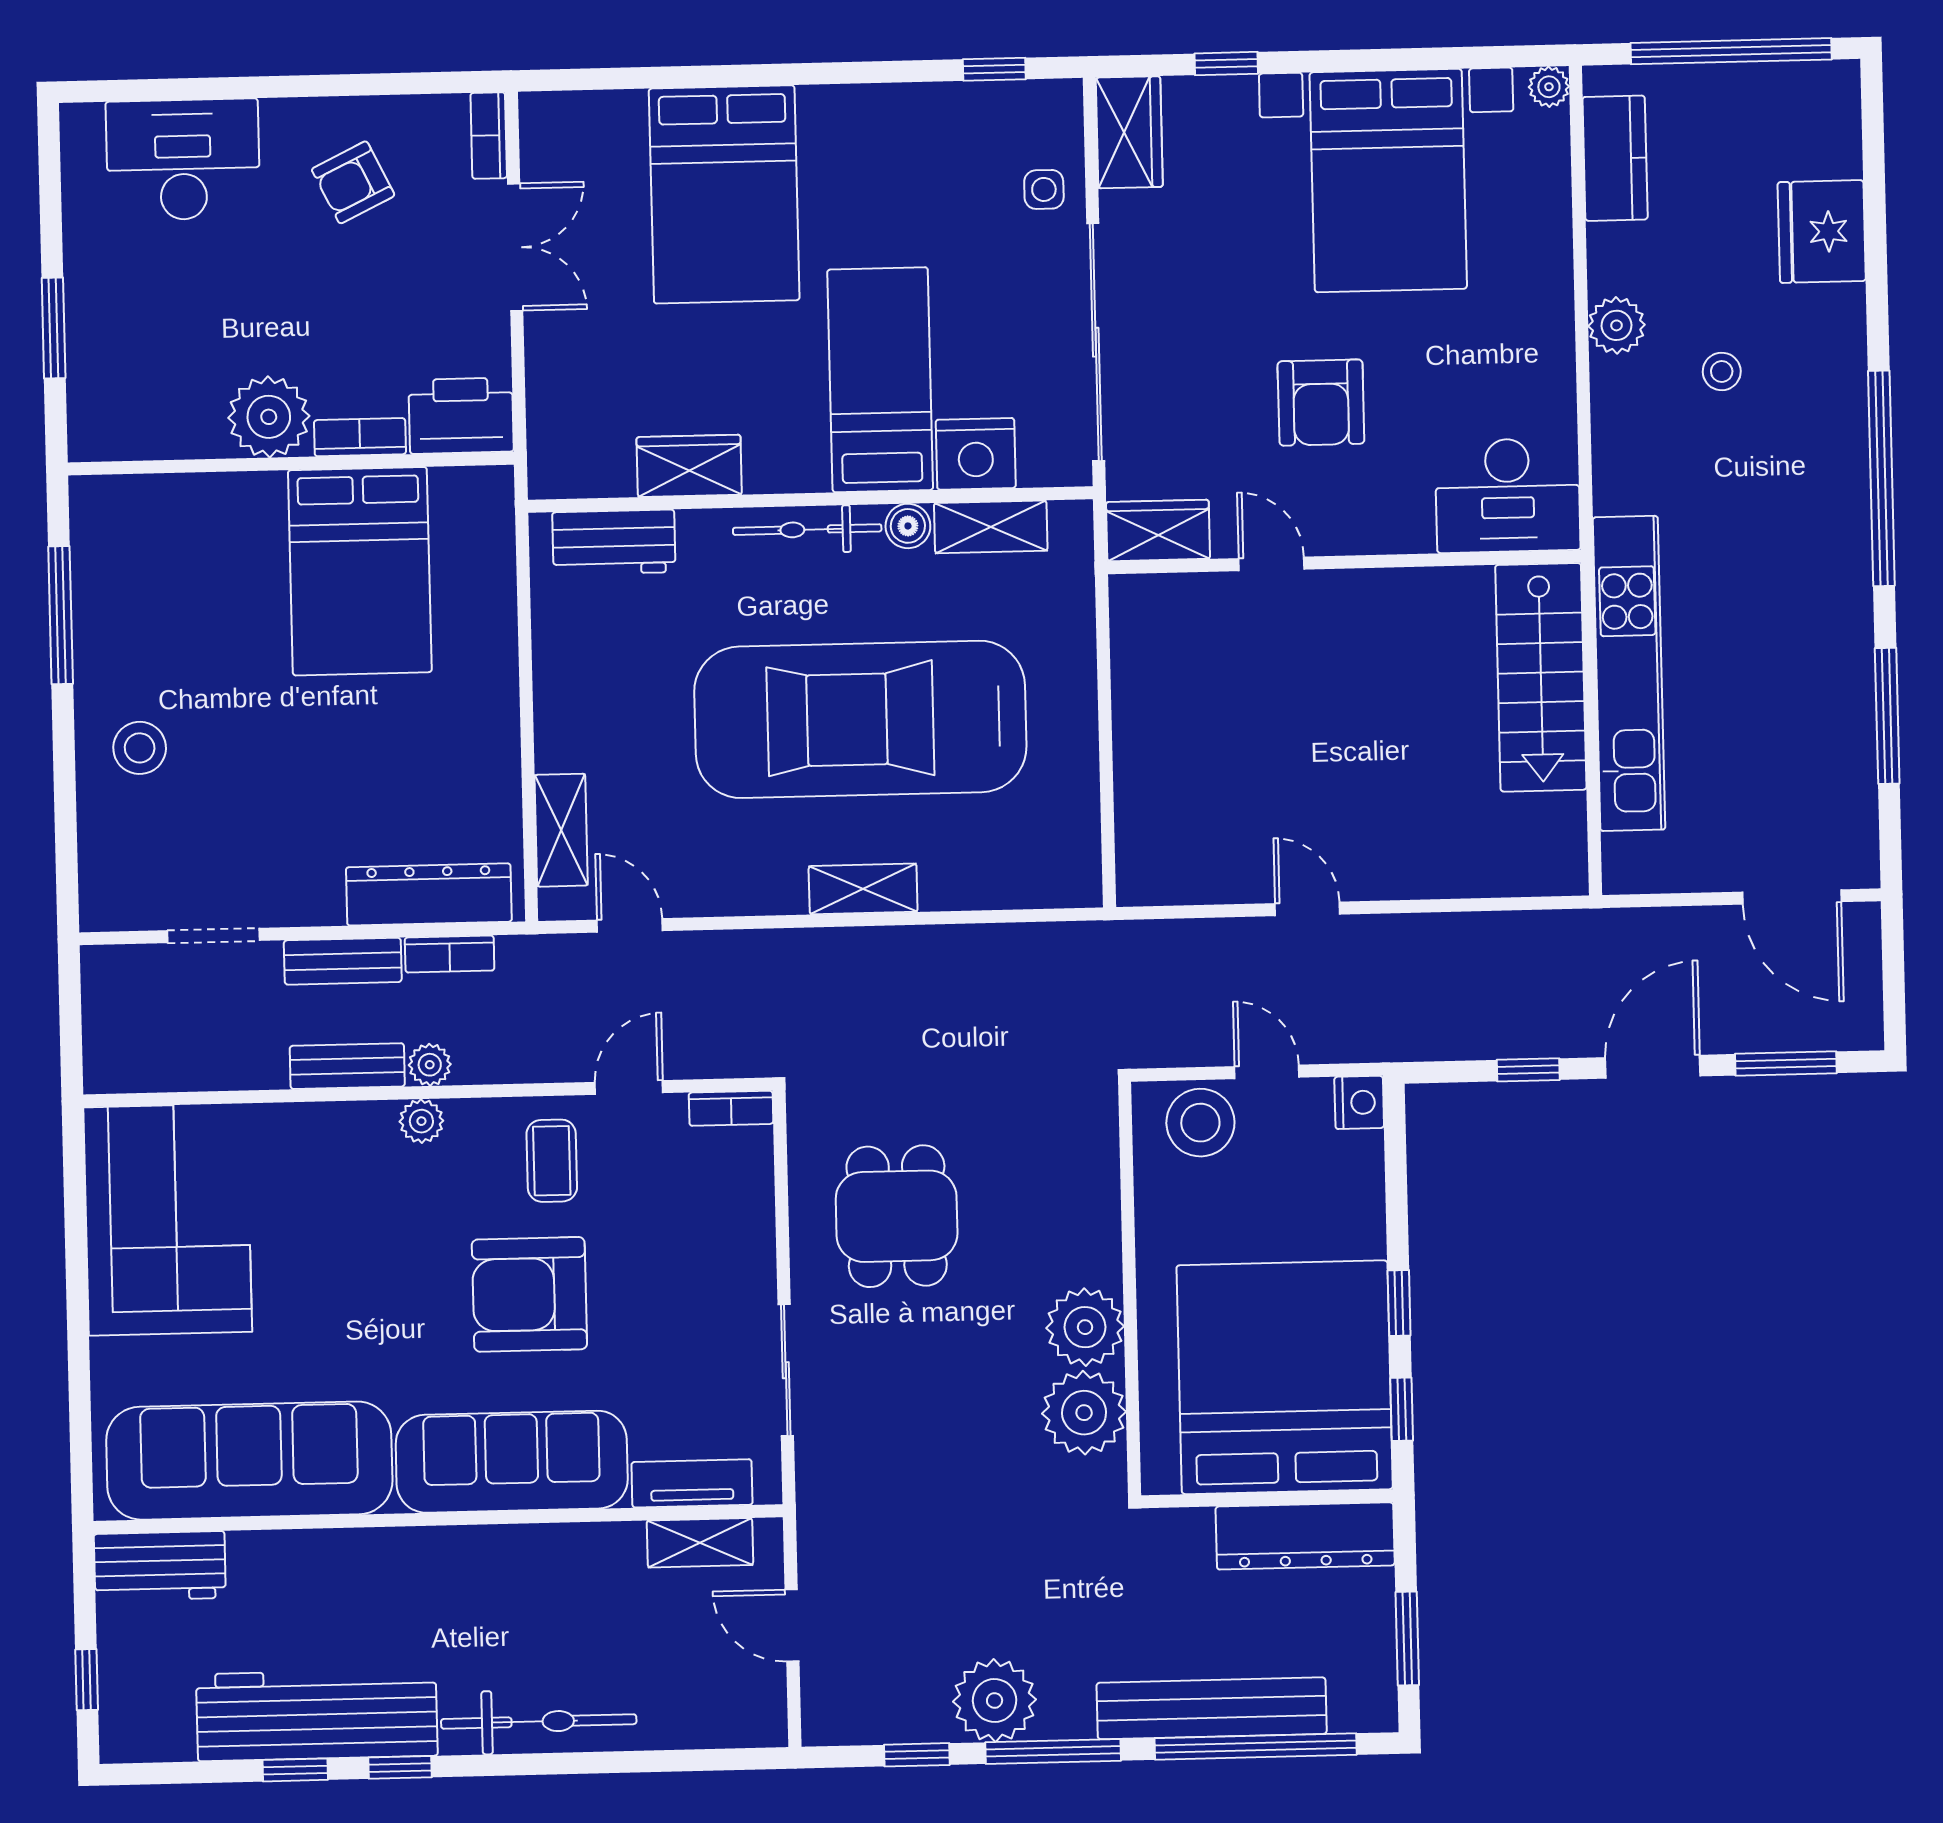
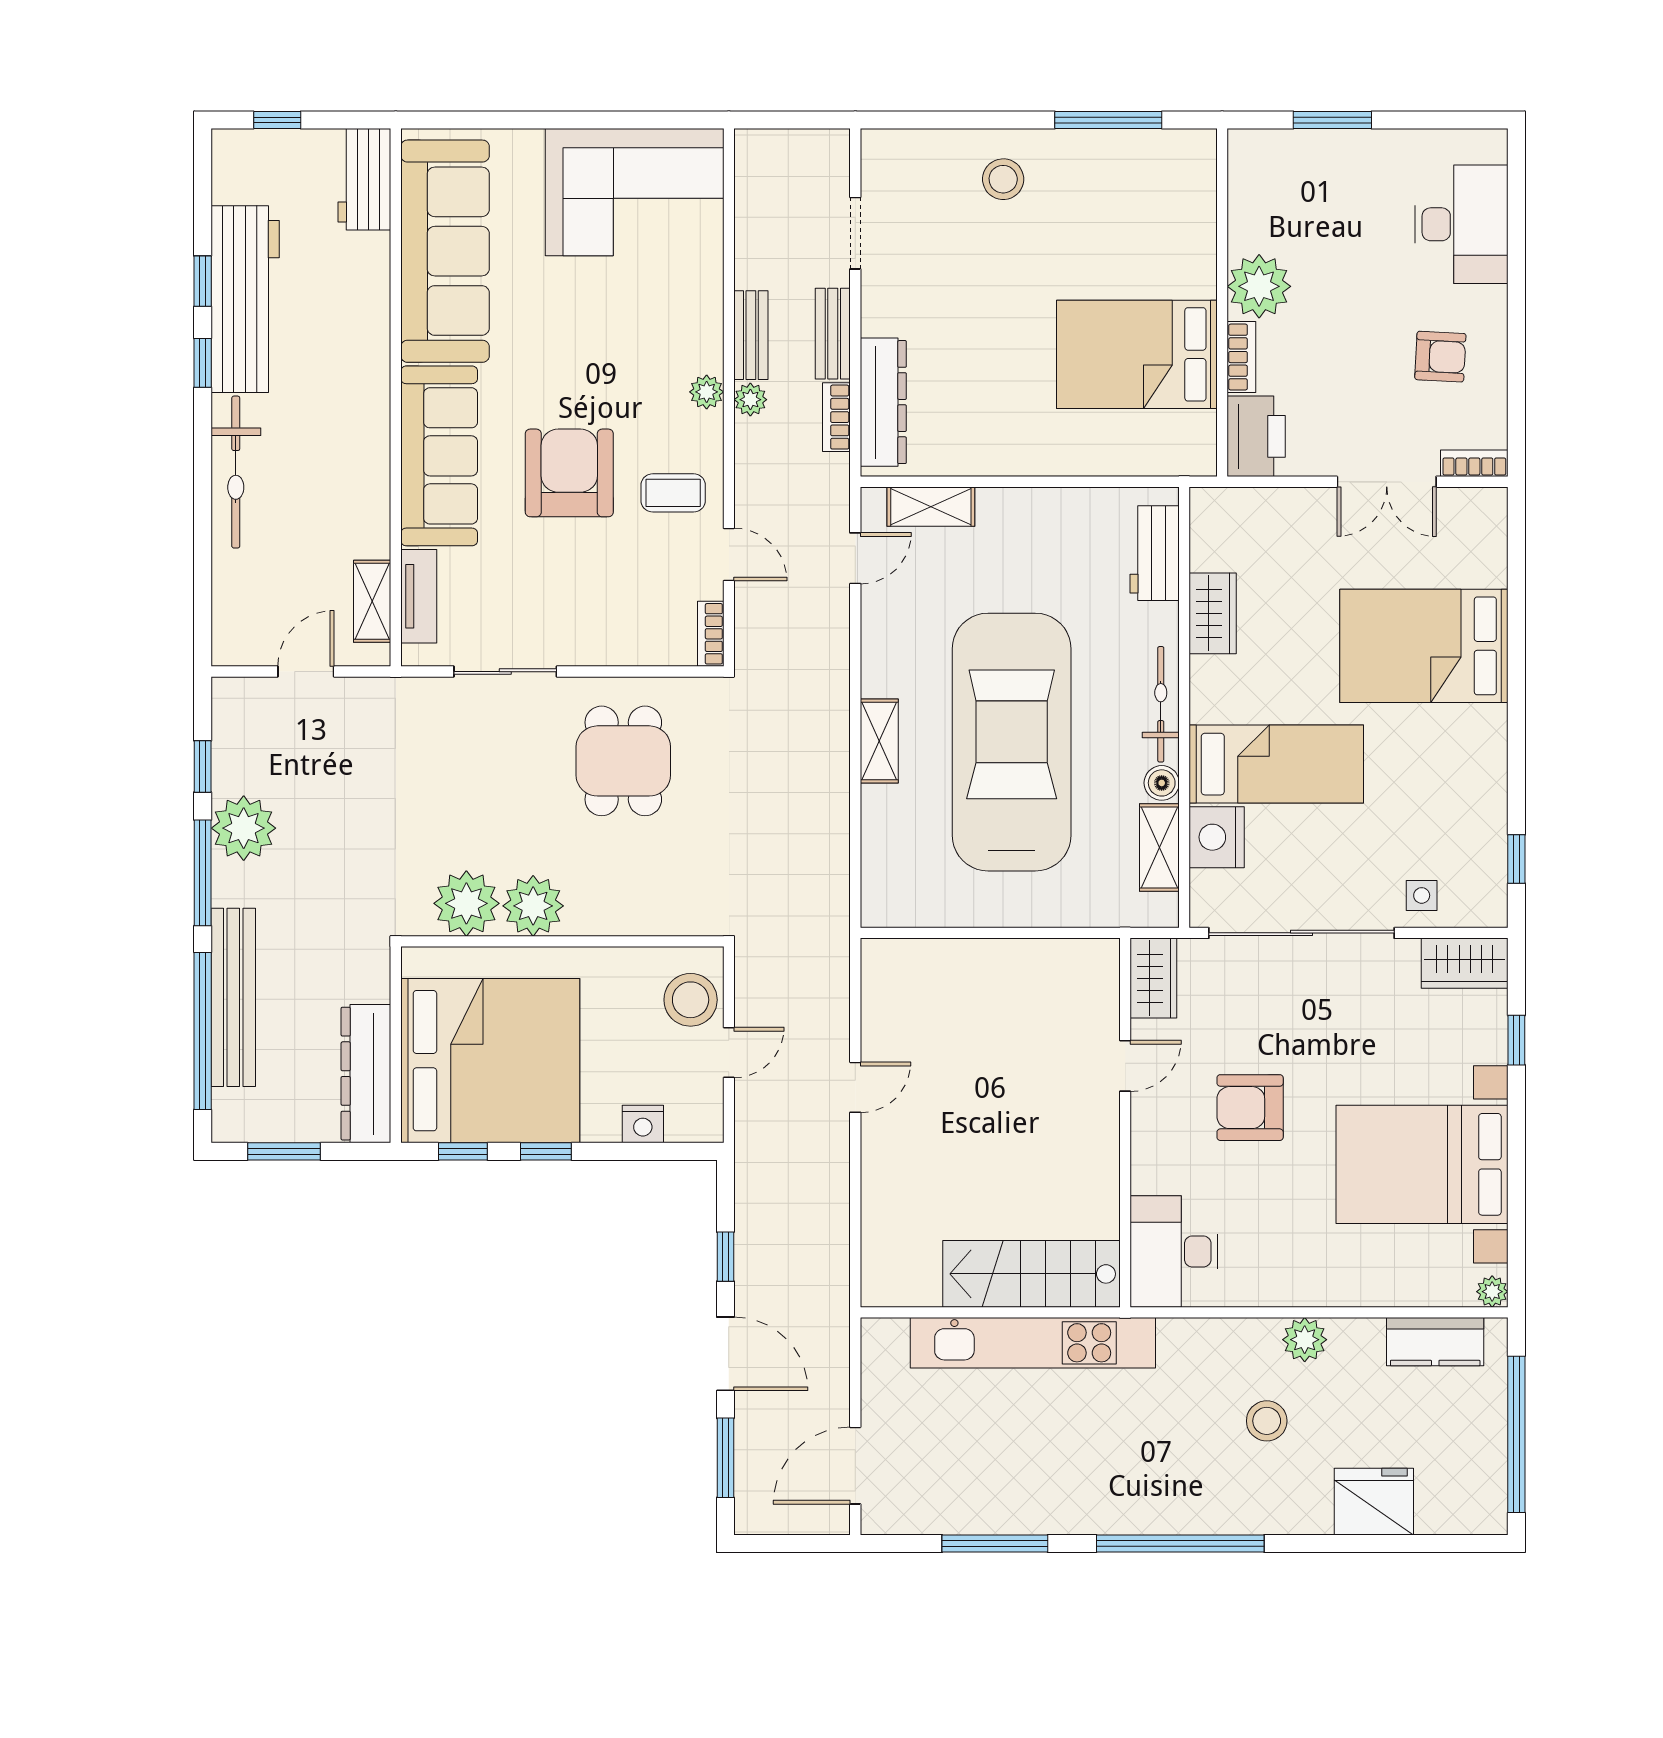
armchair: (353, 182) -> (1440, 357), turned 119
stool: (1722, 371) -> (1267, 1421), width x1.37, depth x1.37
nightstand: (1359, 1102) -> (643, 1124), moved
dining table: (897, 1216) -> (623, 761), turned 90

